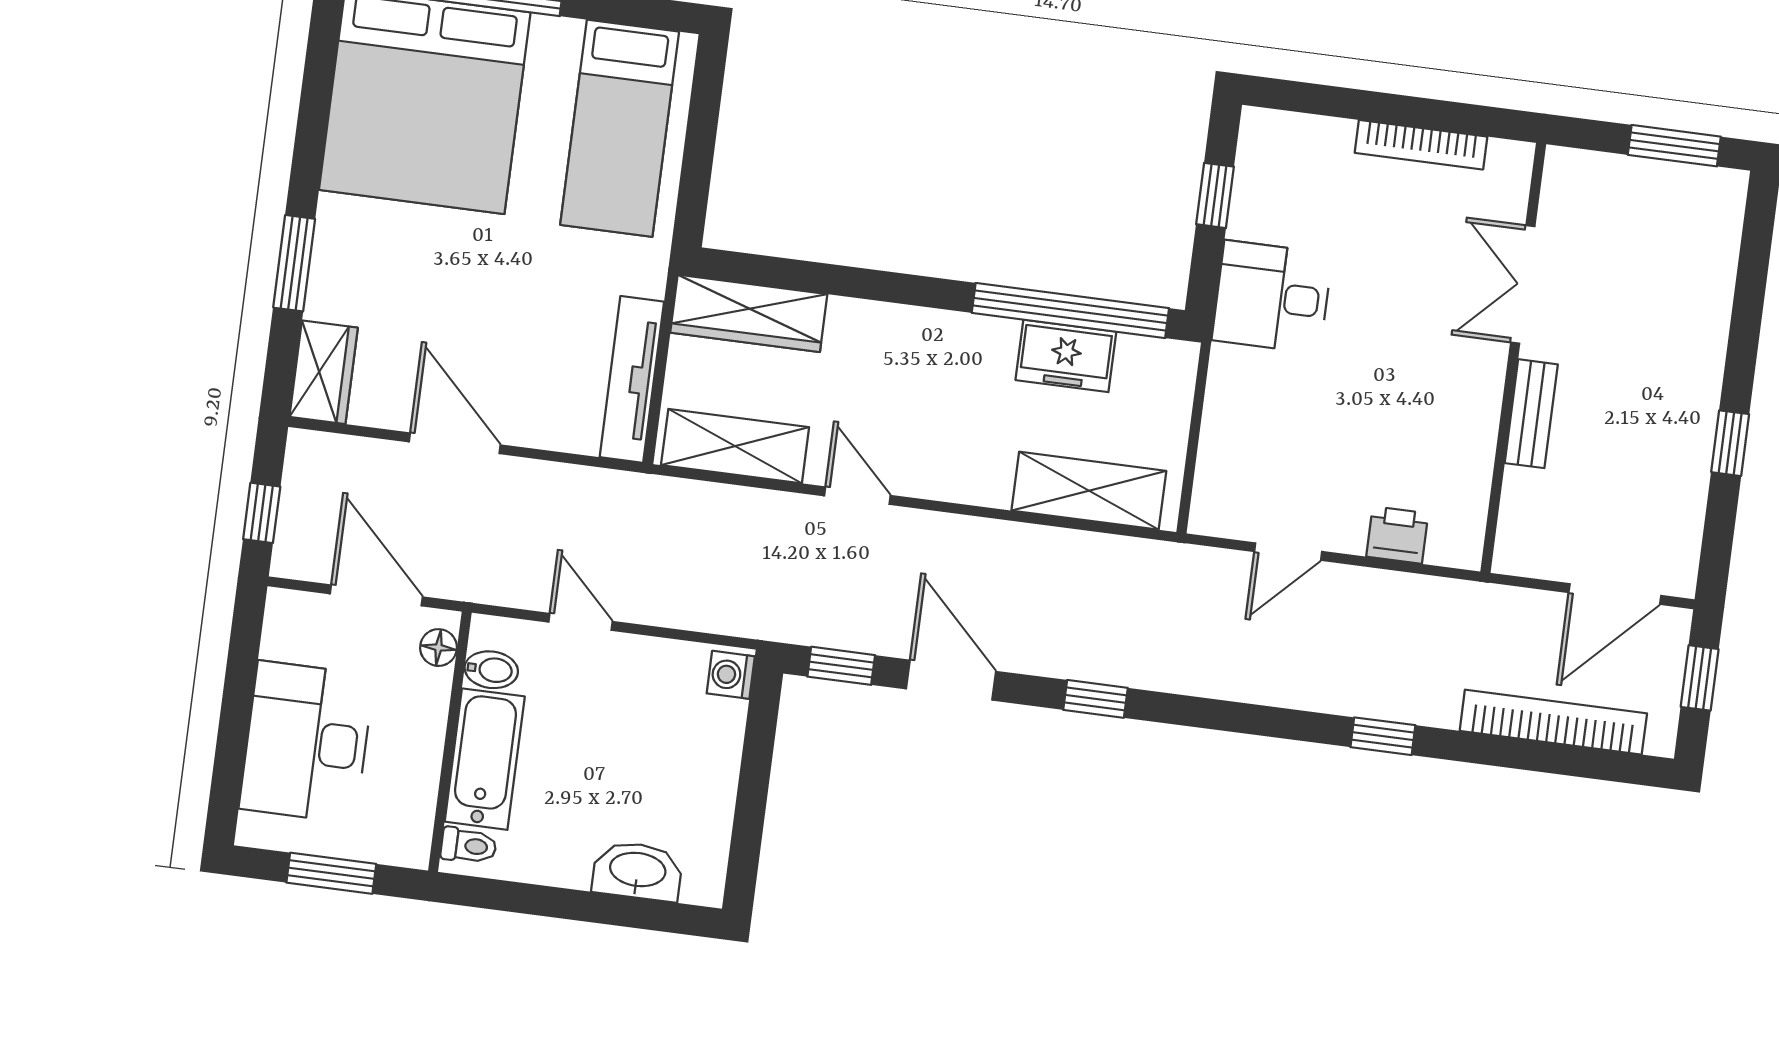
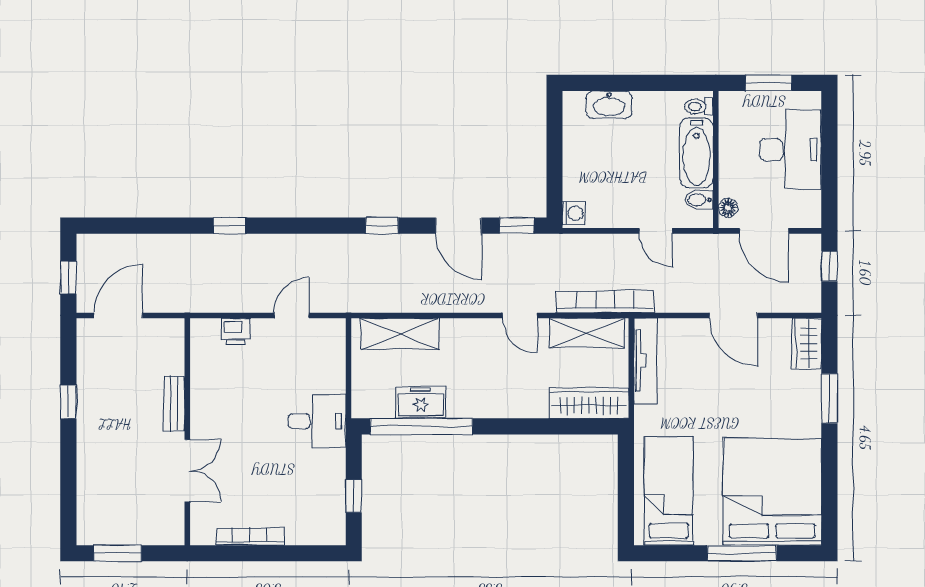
desk: (1272, 297) -> (317, 421), moved
bookcase: (1553, 722) -> (605, 302), moved, turned 180

